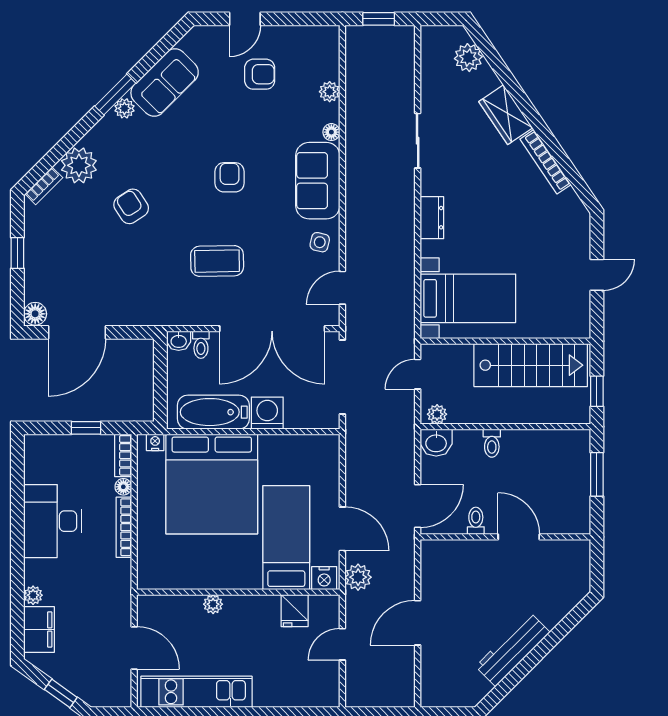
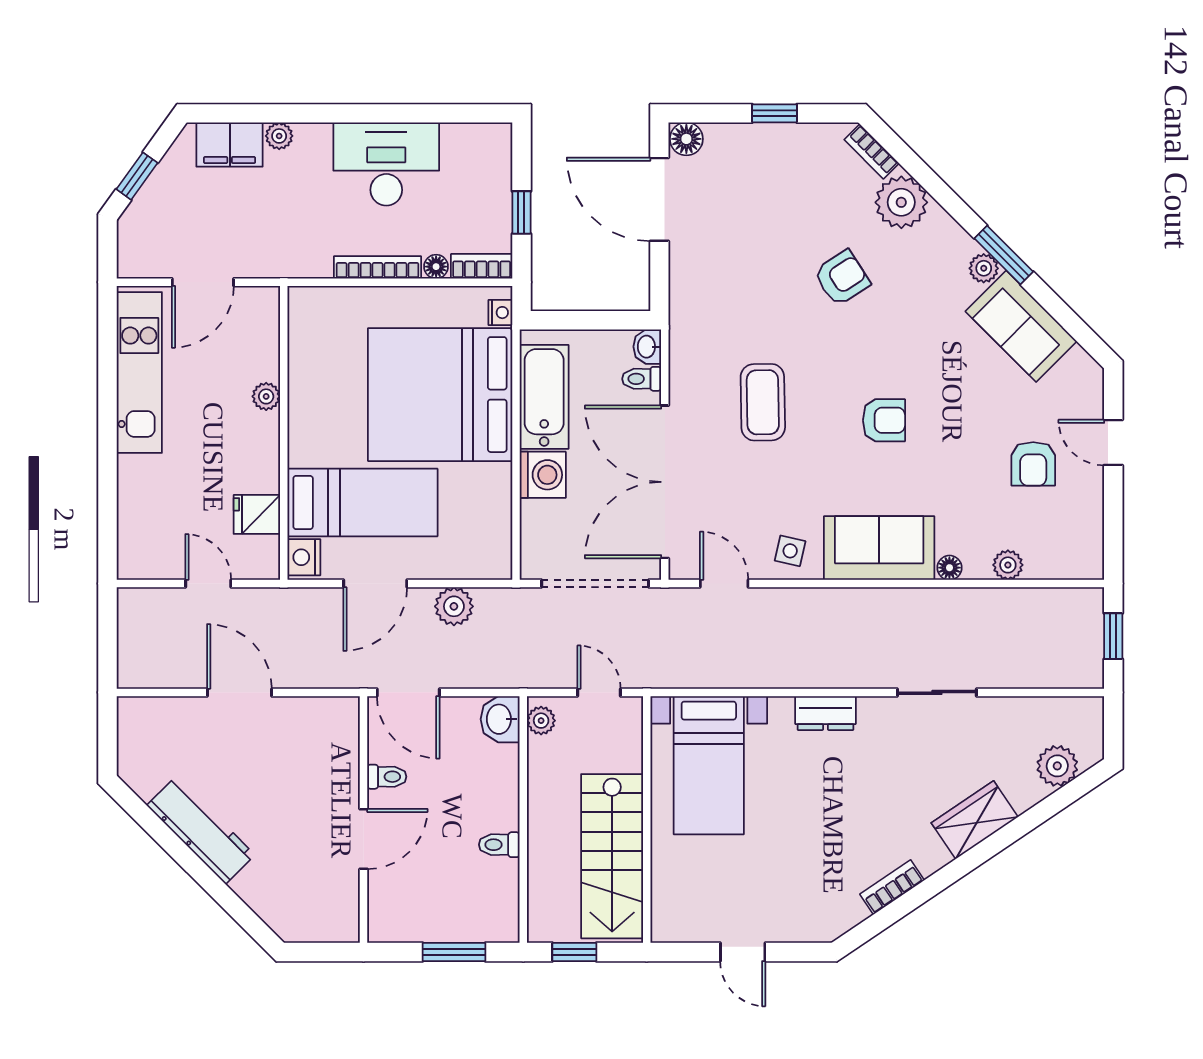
bookcase: (545, 162) -> (892, 887), width x0.64
toilet: (492, 443) -> (499, 845), moved
plant: (358, 577) -> (454, 606), moved

